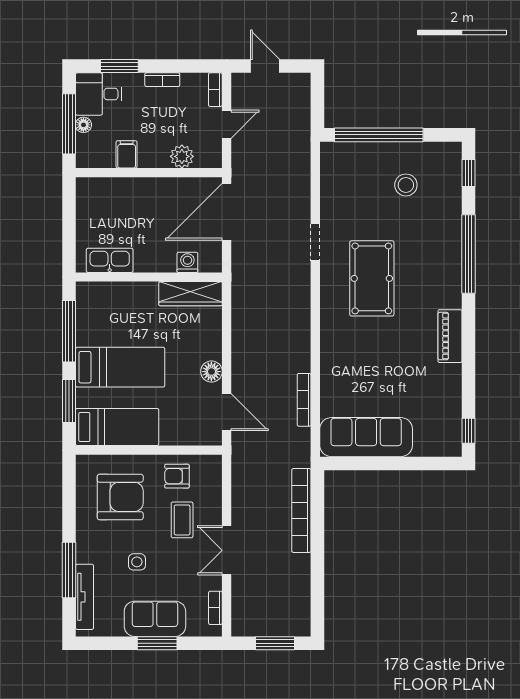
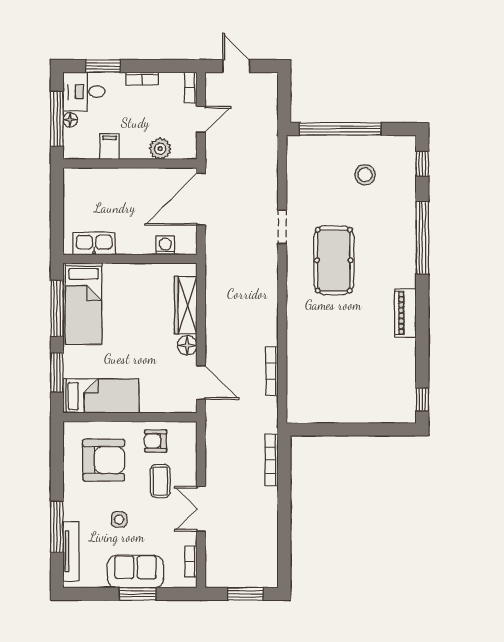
wardrobe: (191, 294) -> (186, 305), moved, turned 90
bed: (120, 367) -> (84, 304), moved, turned 90
sofa: (366, 437) -> (329, 405), removed
bookcase: (301, 510) -> (272, 460), width x0.68, depth x0.76

